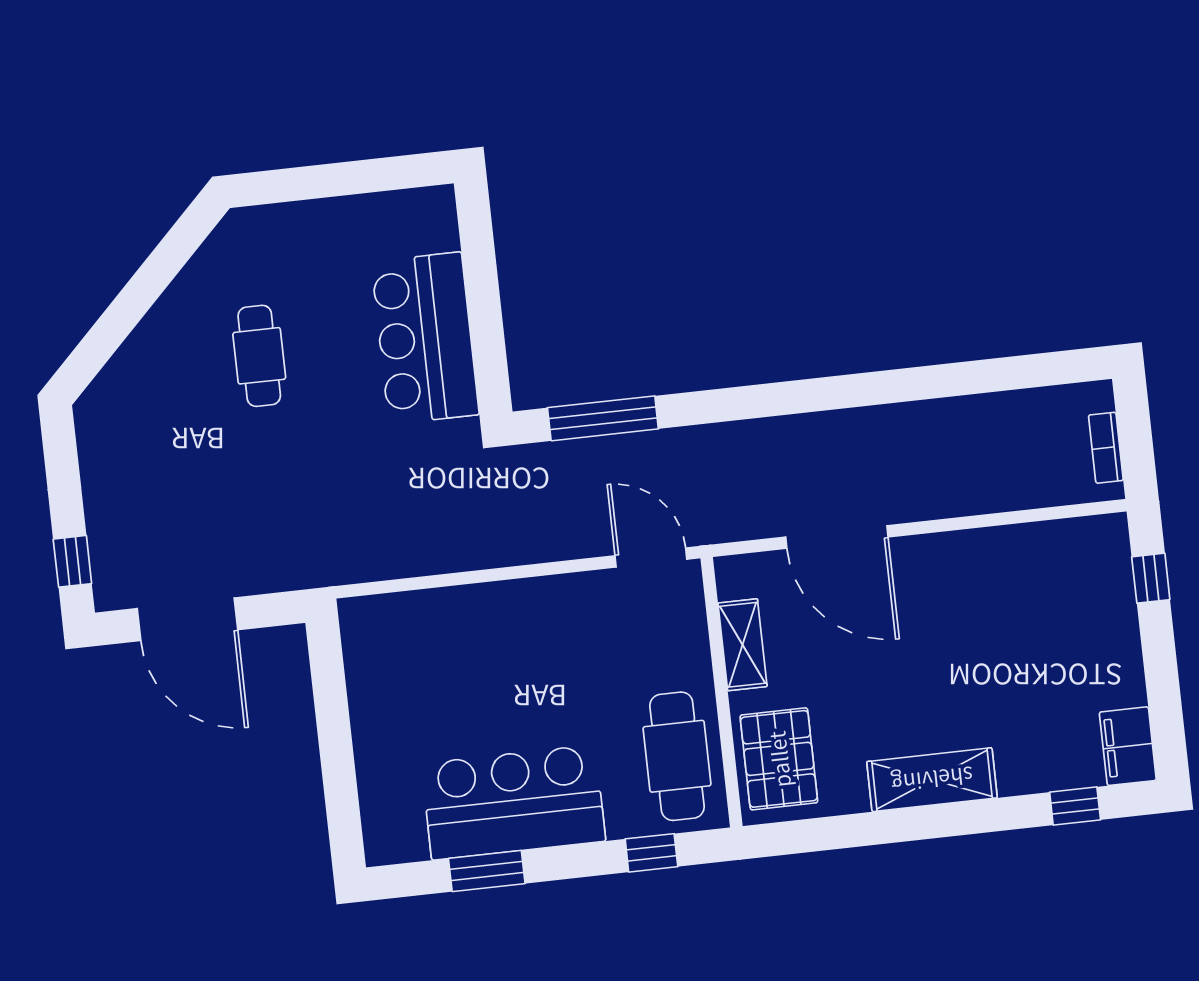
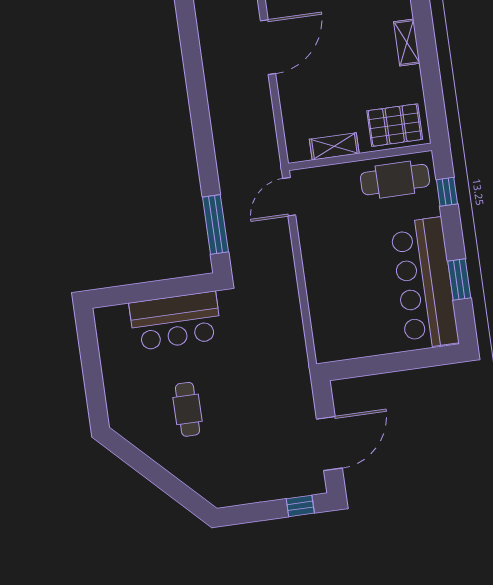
cafe table: (259, 356) -> (187, 409), turned 90
door: (837, 537) -> (268, 47), moved
shelving: (932, 780) -> (407, 42), width x0.67, depth x0.75
bar counter: (513, 802) -> (425, 283), width x1.36

